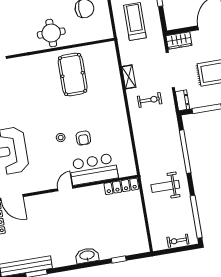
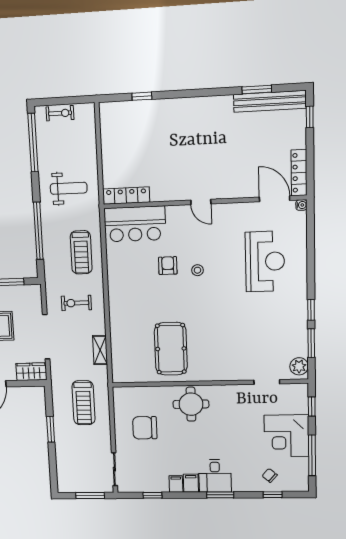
shelving: (129, 77) -> (100, 350), moved
dresser: (182, 100) -> (35, 297), removed
treadmill: (150, 139) -> (81, 252), added
bar counter: (94, 169) -> (135, 224), moved
door: (65, 188) -> (201, 202), hinge flipped
washbasin: (87, 256) -> (184, 107), removed

